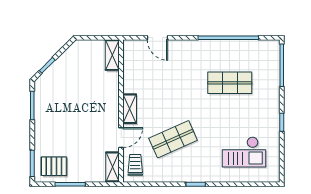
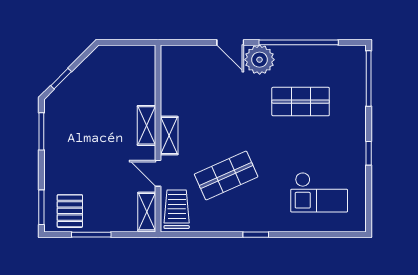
door: (157, 38) -> (230, 42), moved
plant: (198, 51) -> (260, 60), added
shelving: (112, 55) -> (146, 125), moved
door: (121, 138) -> (158, 173), swing flipped
trolley: (135, 165) -> (177, 209), width x1.36, depth x1.39
pallet: (54, 166) -> (70, 211), turned 90

